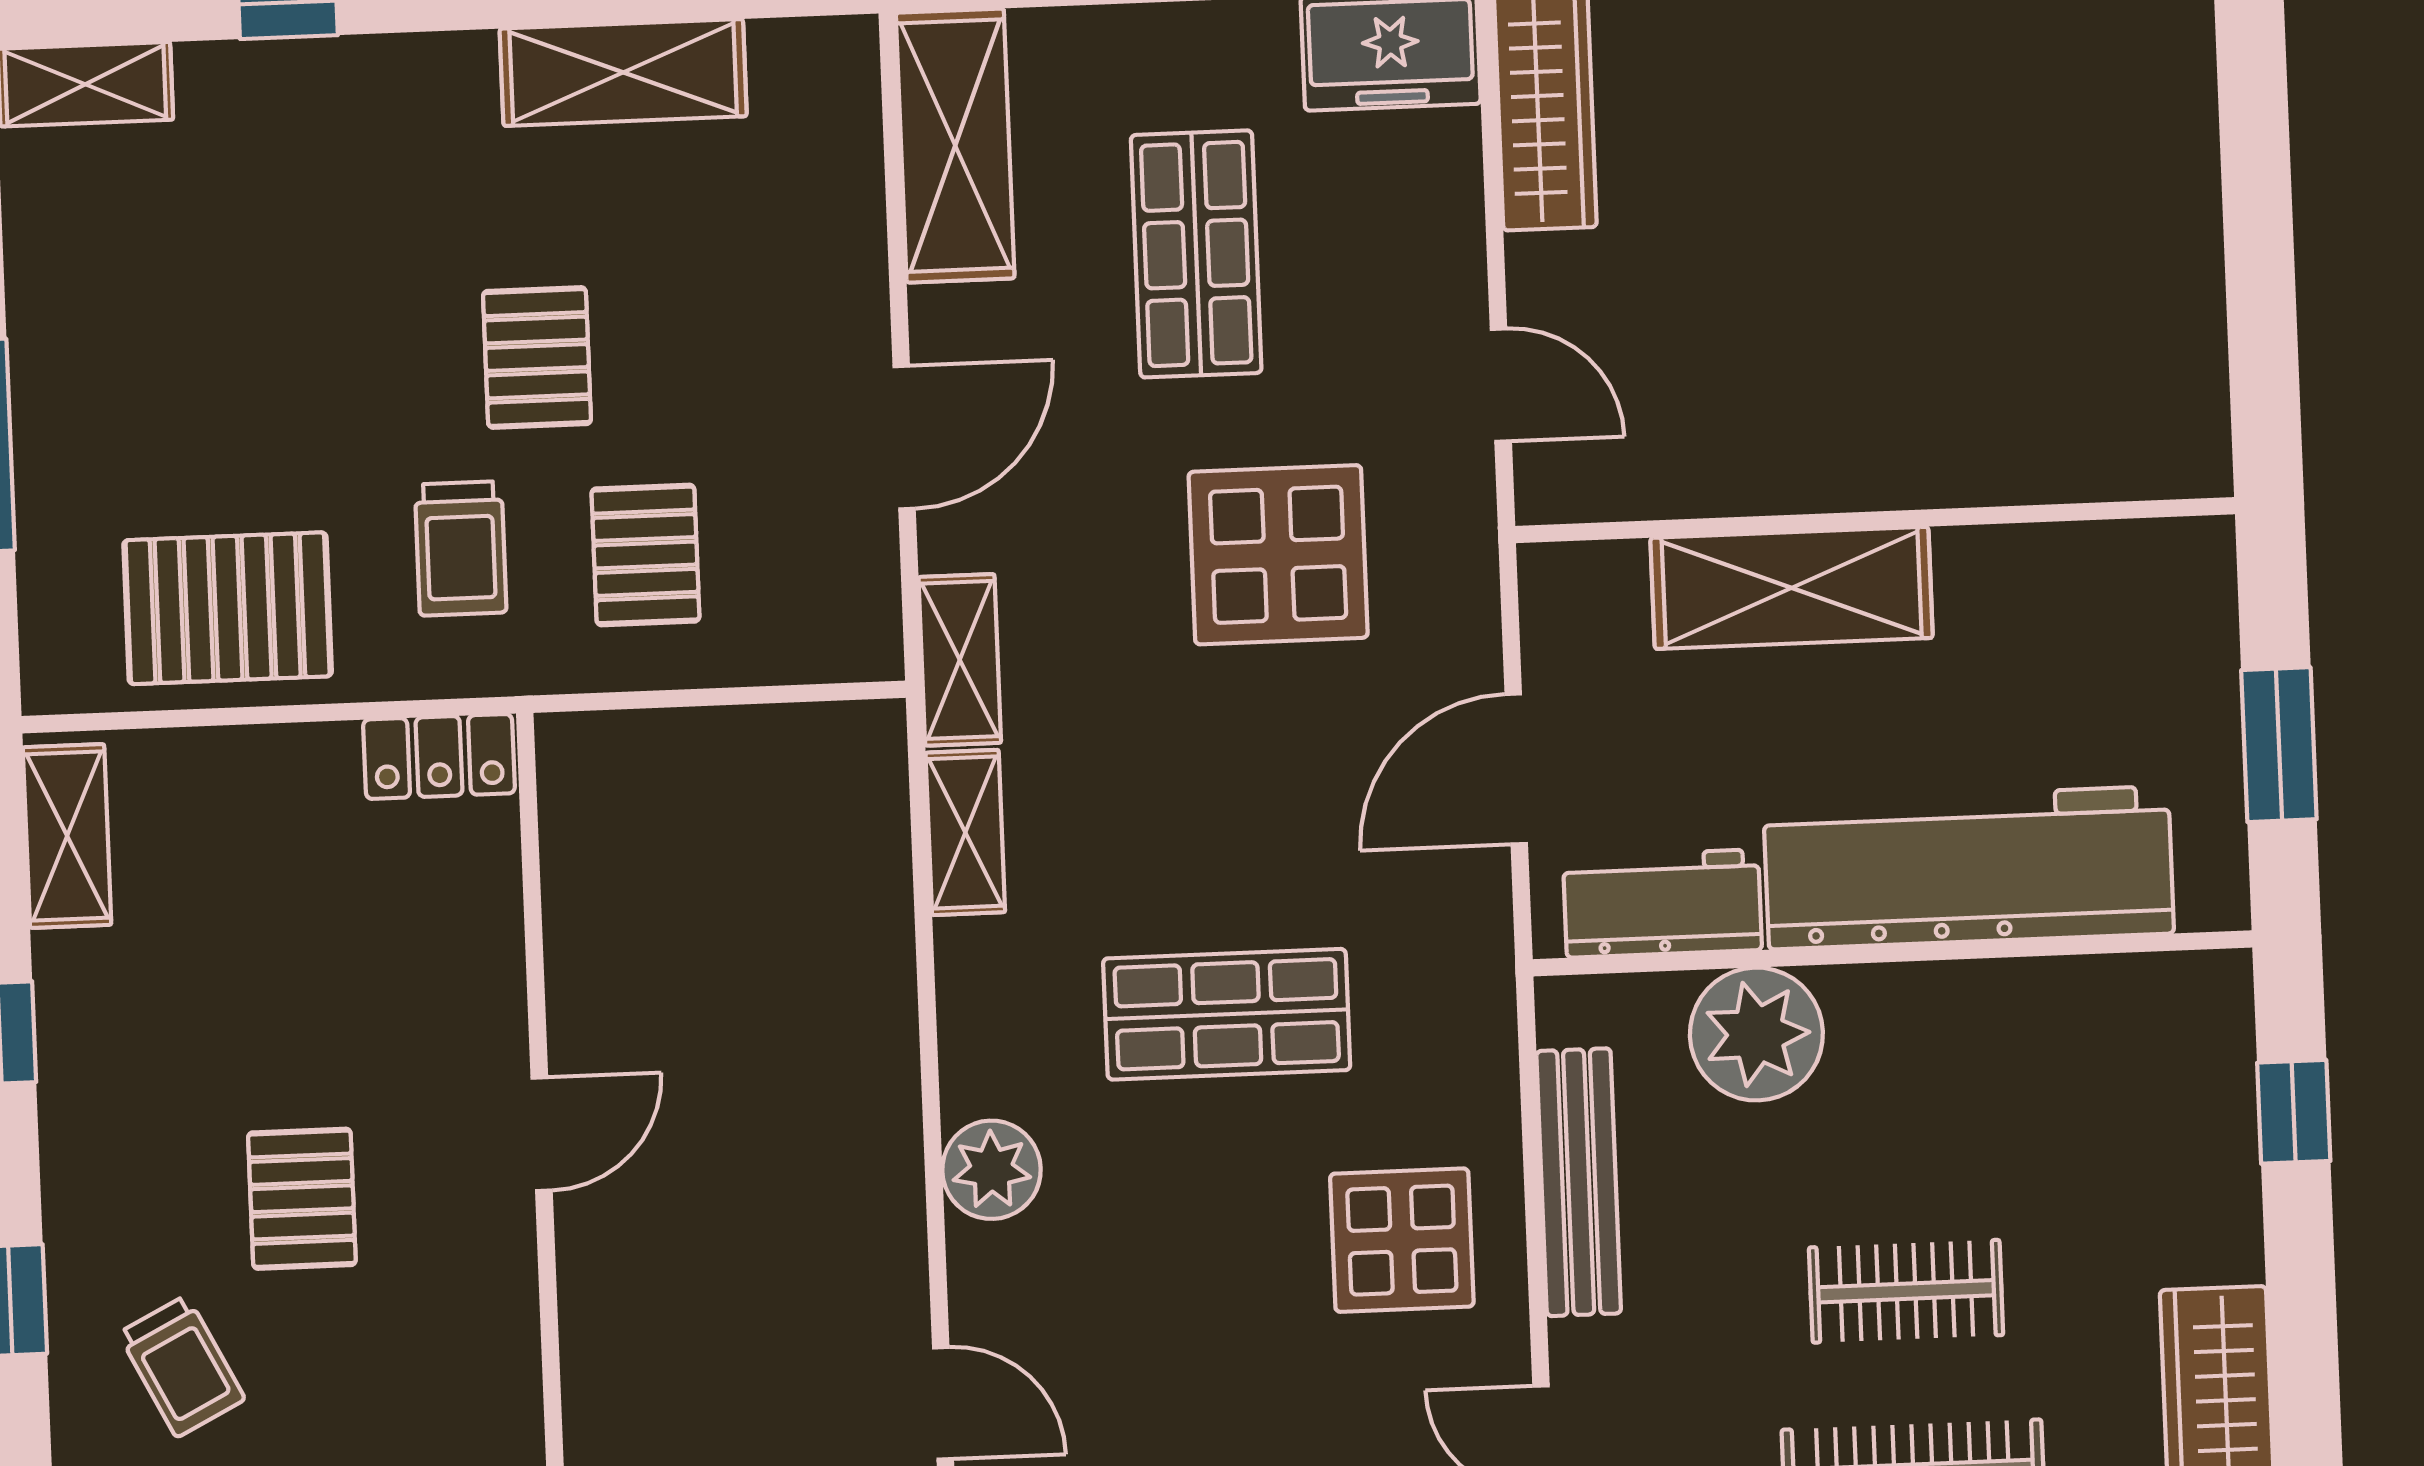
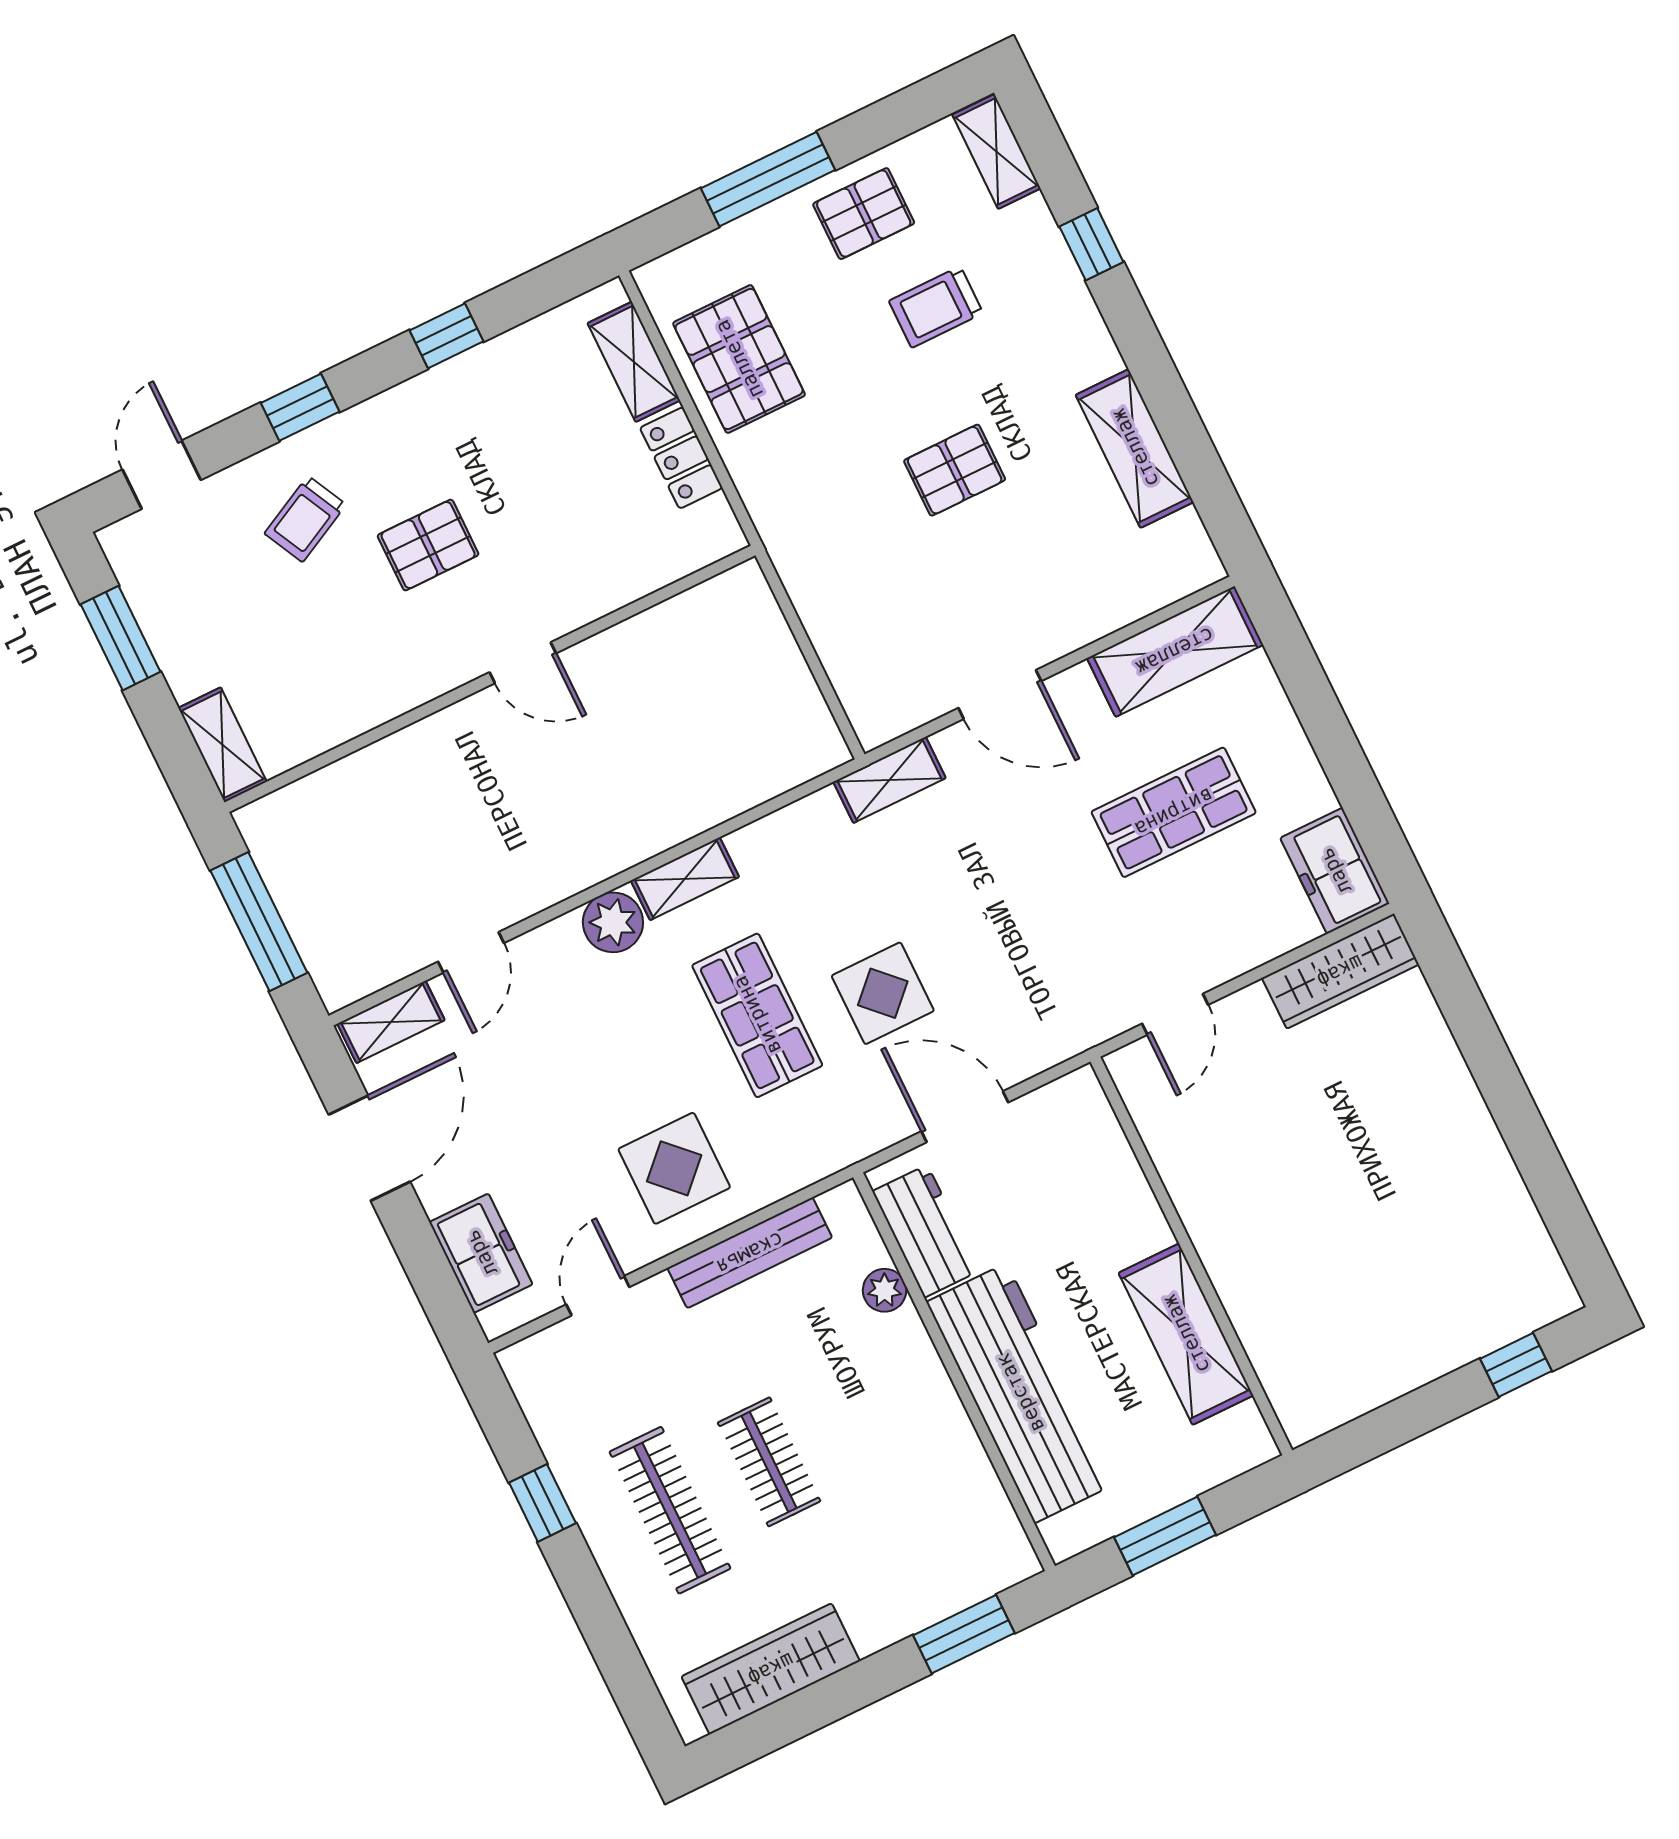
window: (2253, 104) -> (1516, 1365), added
trolley: (461, 548) -> (936, 307), moved
pallet: (645, 555) -> (864, 214), moved
display table: (1278, 555) -> (883, 993), moved, width x0.73, depth x0.73
shelving: (1792, 588) -> (1186, 1334), moved
locker: (439, 756) -> (681, 458), moved
shelving: (965, 832) -> (685, 879), moved
shelving: (67, 836) -> (634, 362), moved, turned 90
plant: (1756, 1034) -> (885, 1290), width x0.53, depth x0.53
window: (2294, 1112) -> (964, 1634), width x1.50

